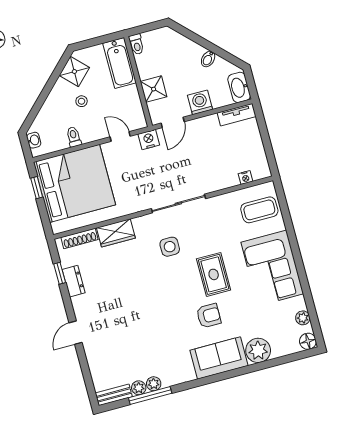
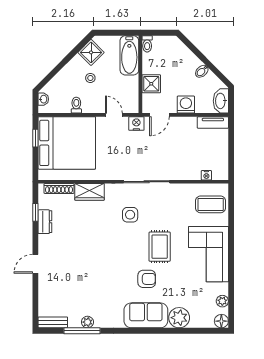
plant: (139, 388) -> (75, 322), removed

